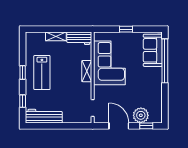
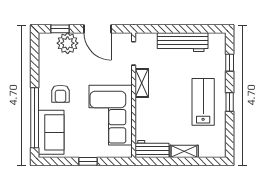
shelving: (87, 71) -> (142, 83), moved
armchair: (146, 78) -> (60, 94), added
workbench: (44, 116) -> (183, 42), moved

